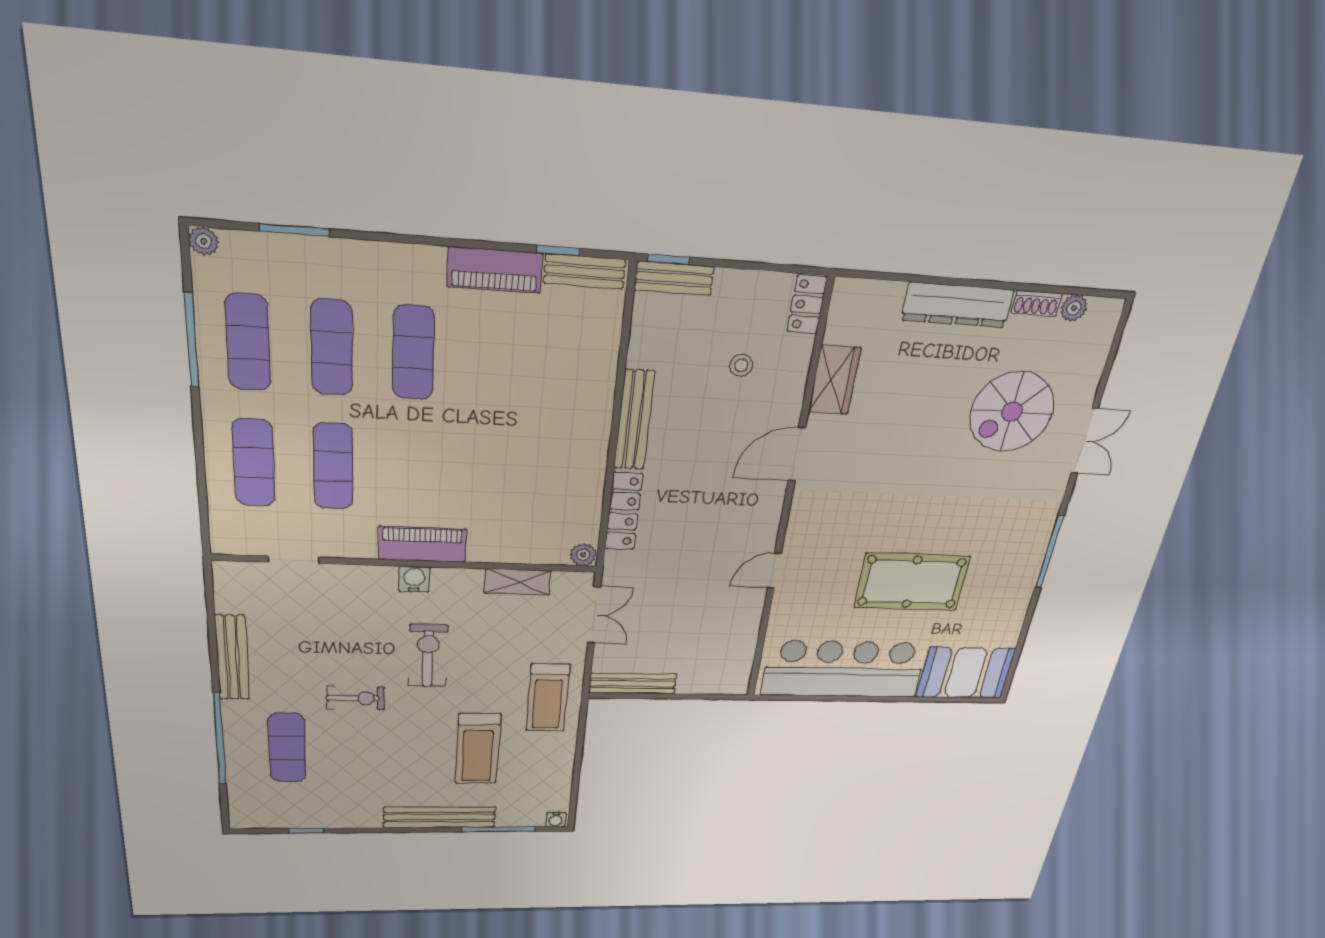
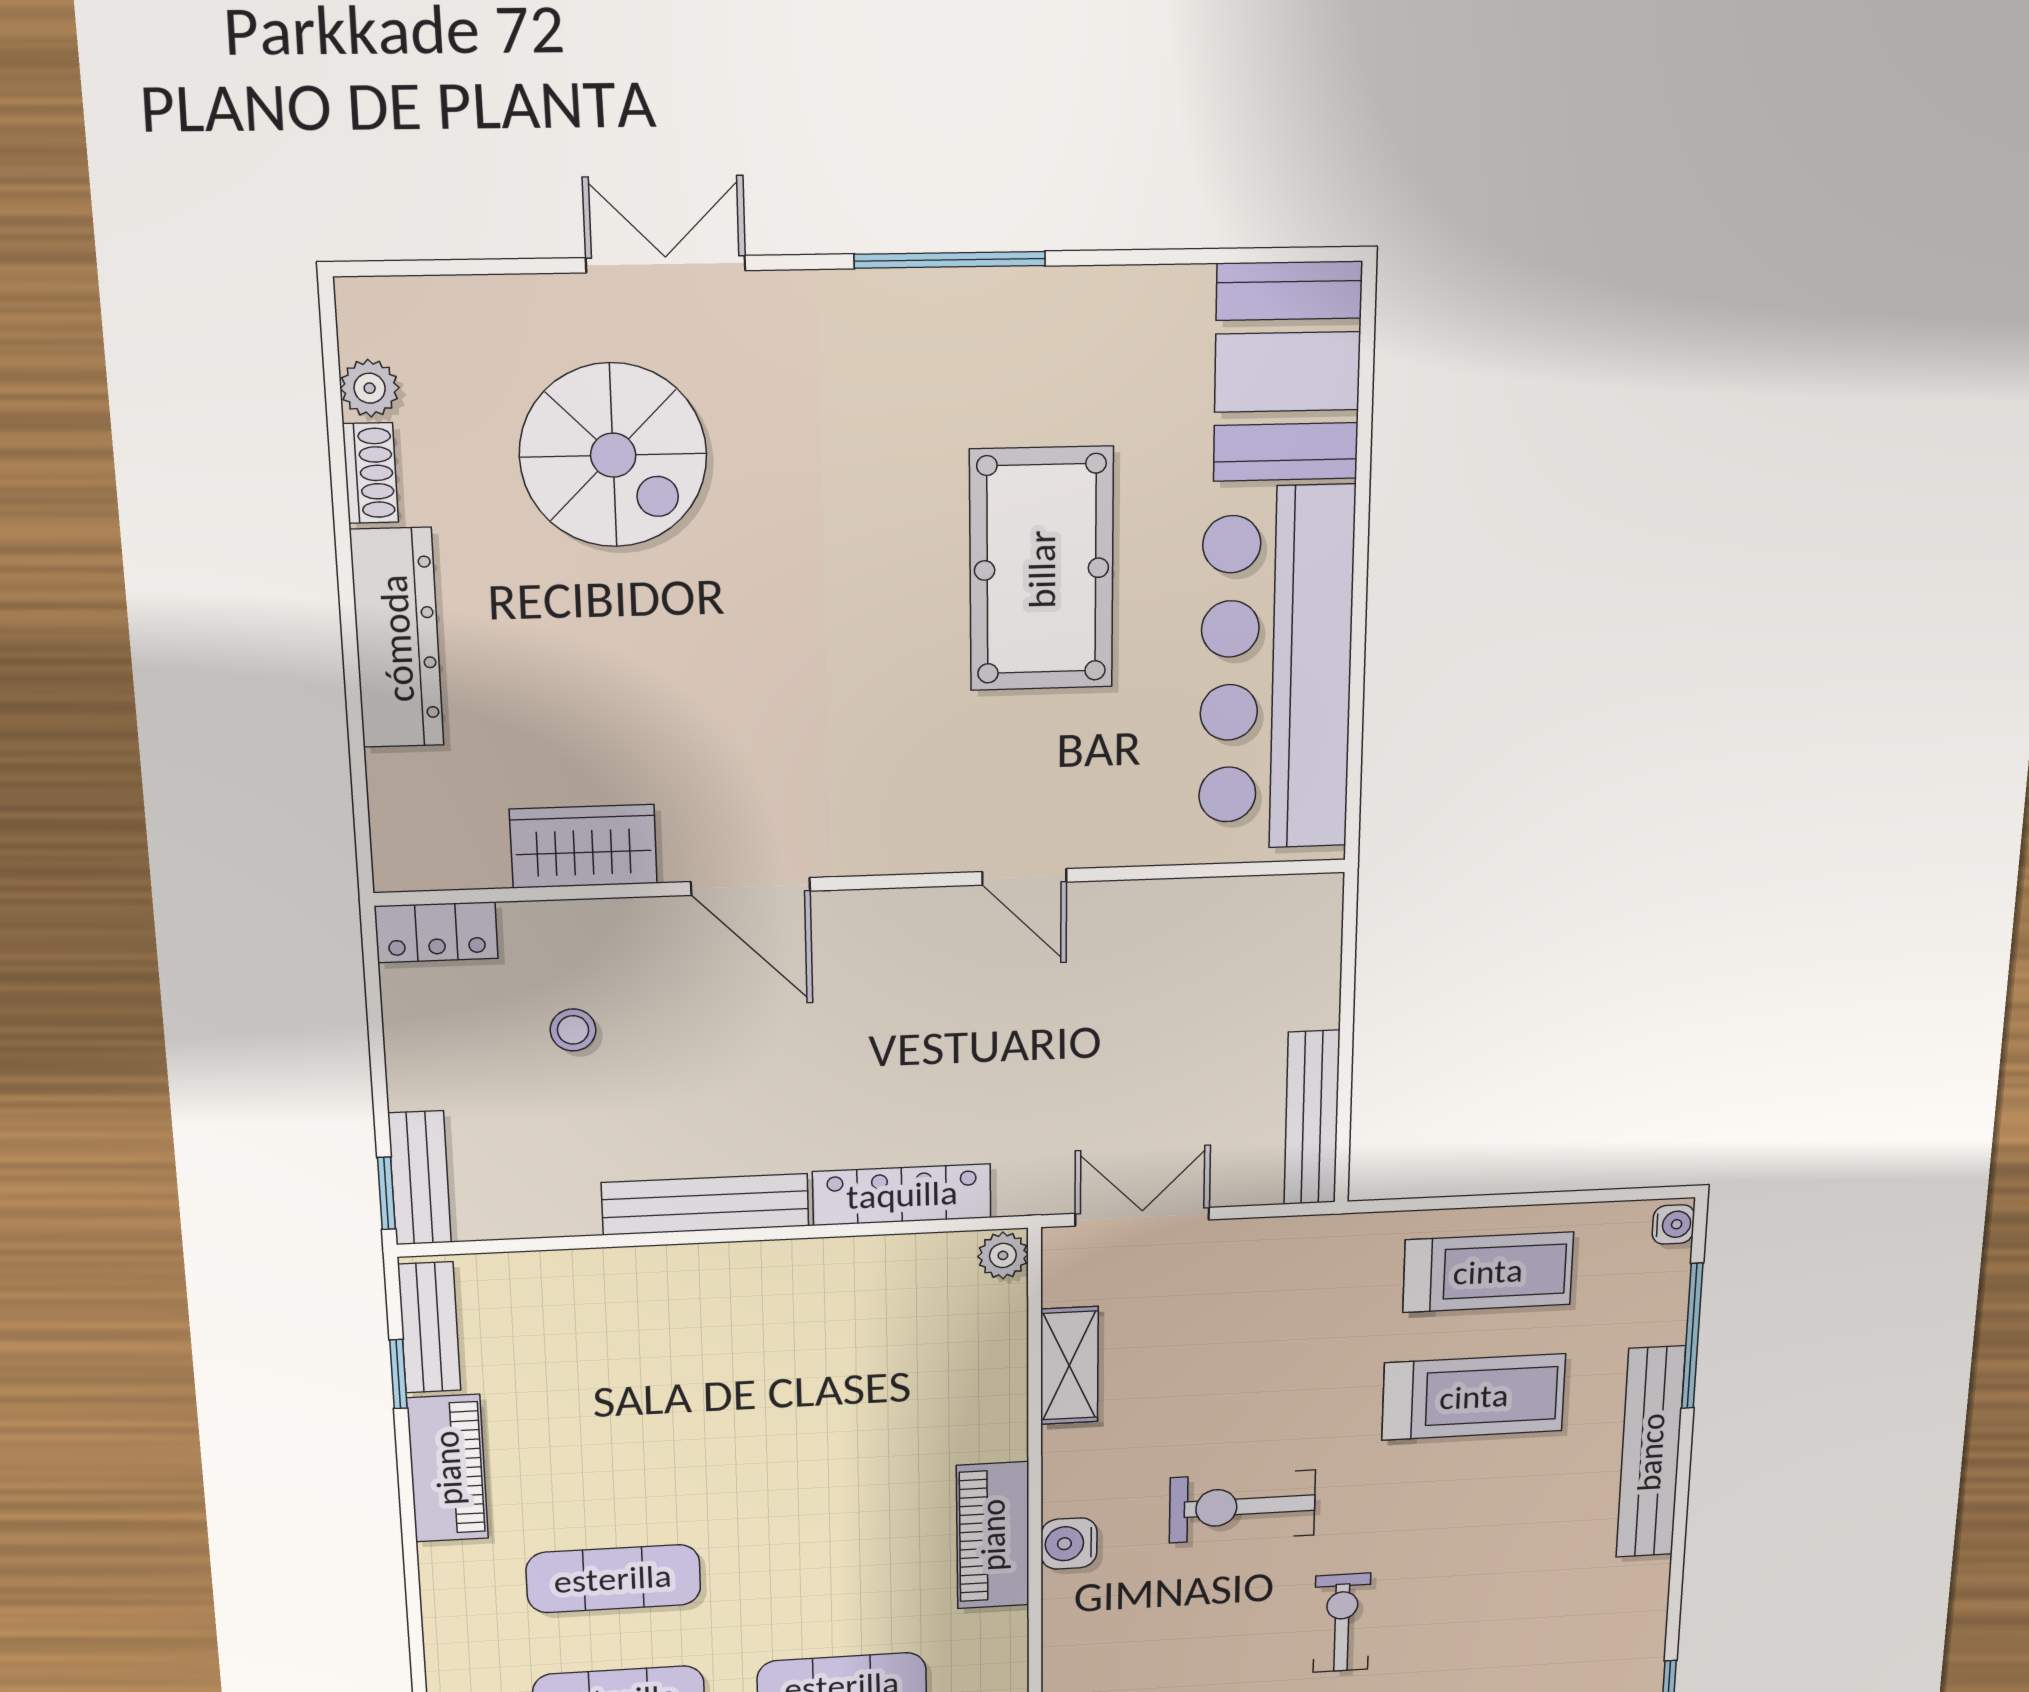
treadmill: (548, 698) -> (1488, 1272), moved

